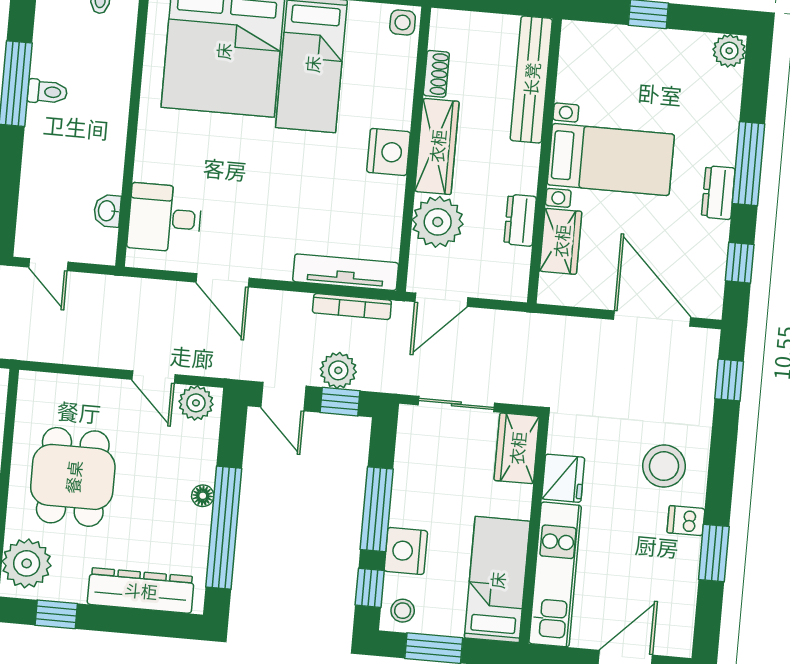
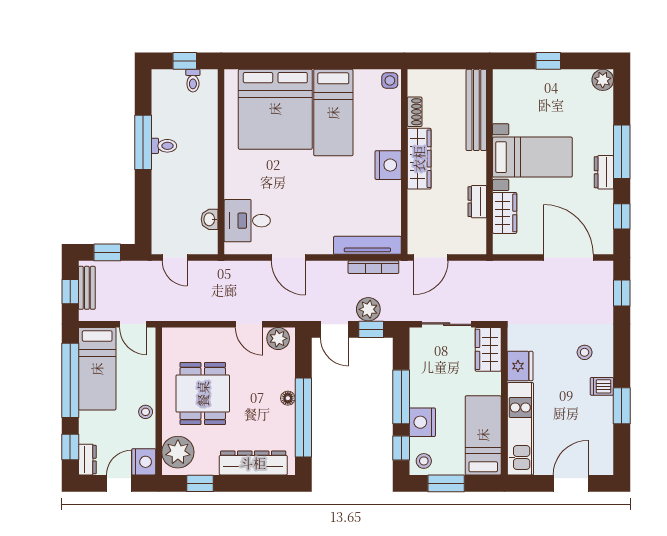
plant: (438, 222) -> (424, 207), removed
stool: (664, 466) -> (585, 352), width x0.53, depth x0.53

